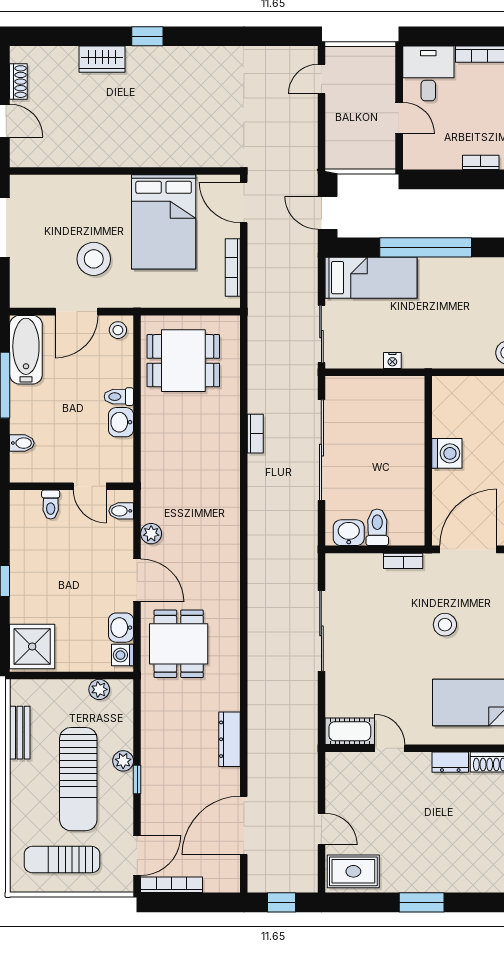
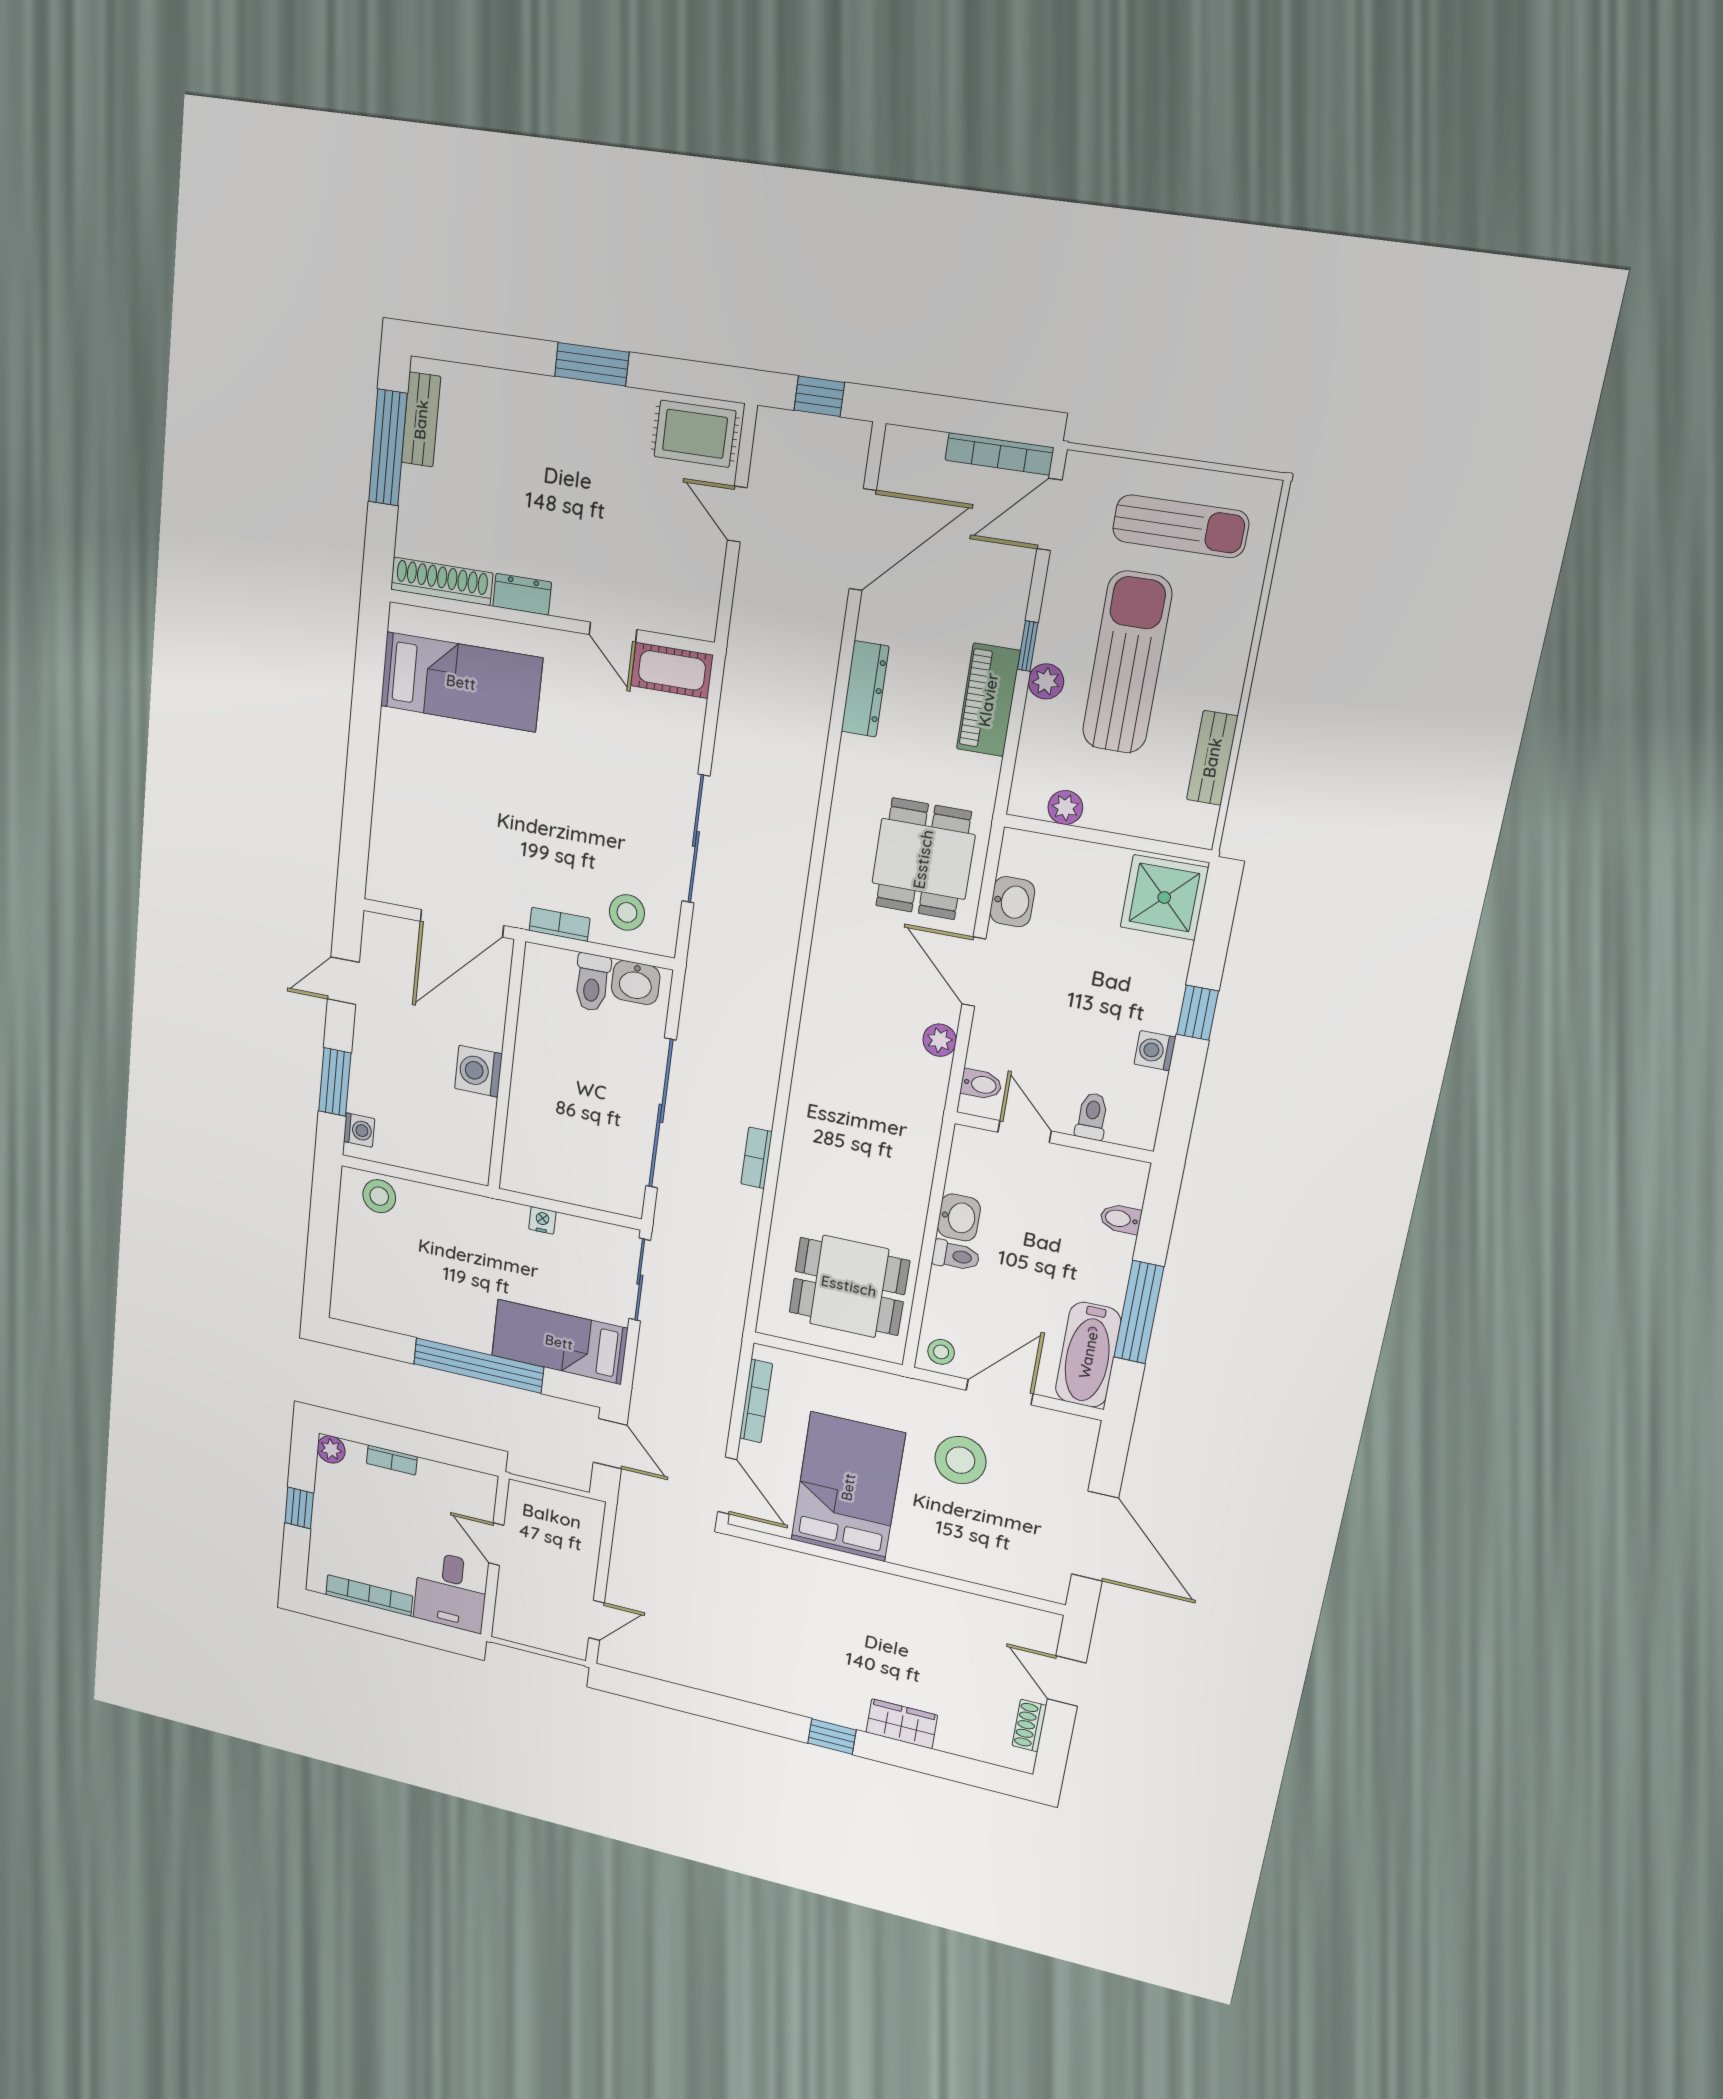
stool: (445, 625) -> (627, 912), moved
washing machine: (123, 655) -> (1155, 1051), moved, turned 180
piano: (155, 745) -> (988, 700), added

